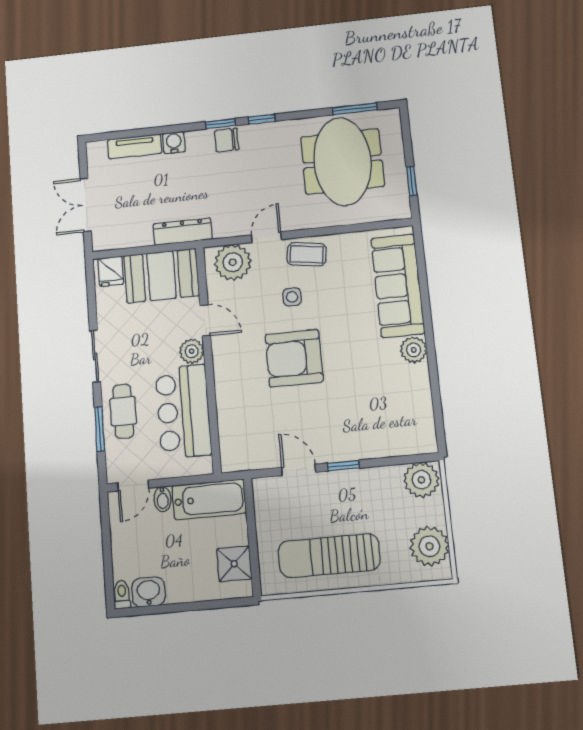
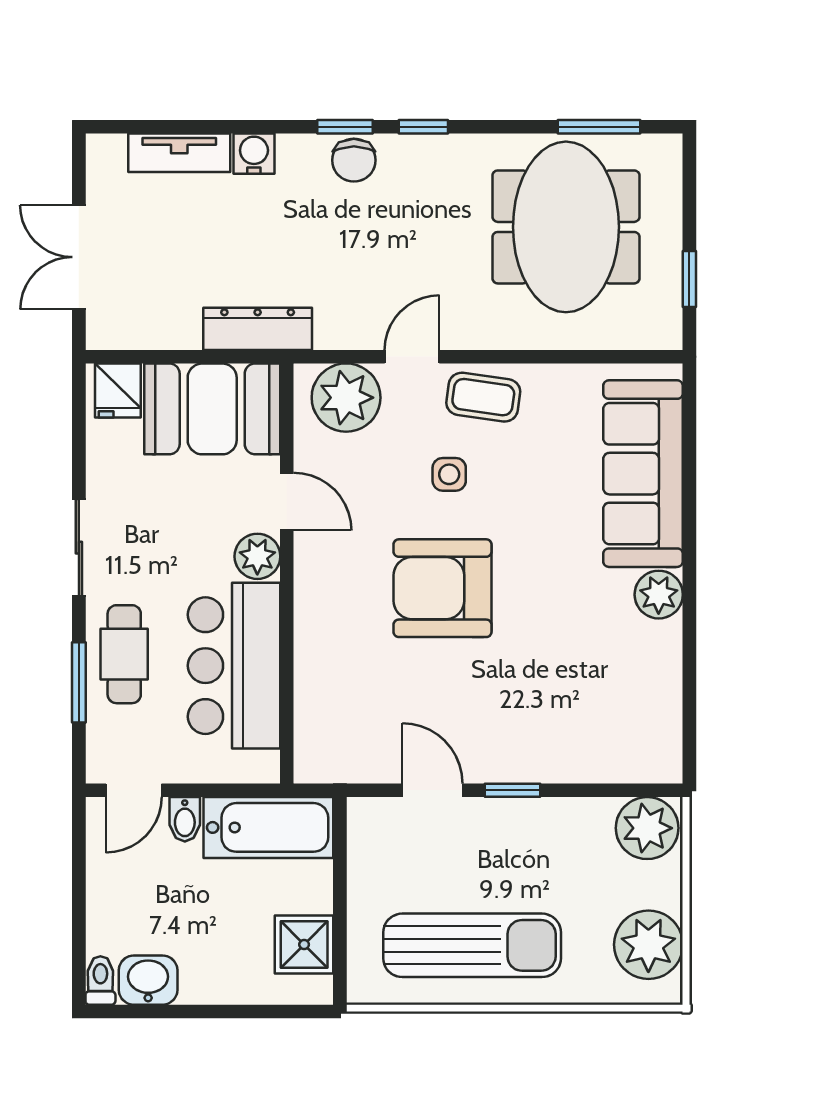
chair: (227, 140) -> (354, 160), turned -90
sun lounger: (329, 556) -> (472, 945), turned 180

